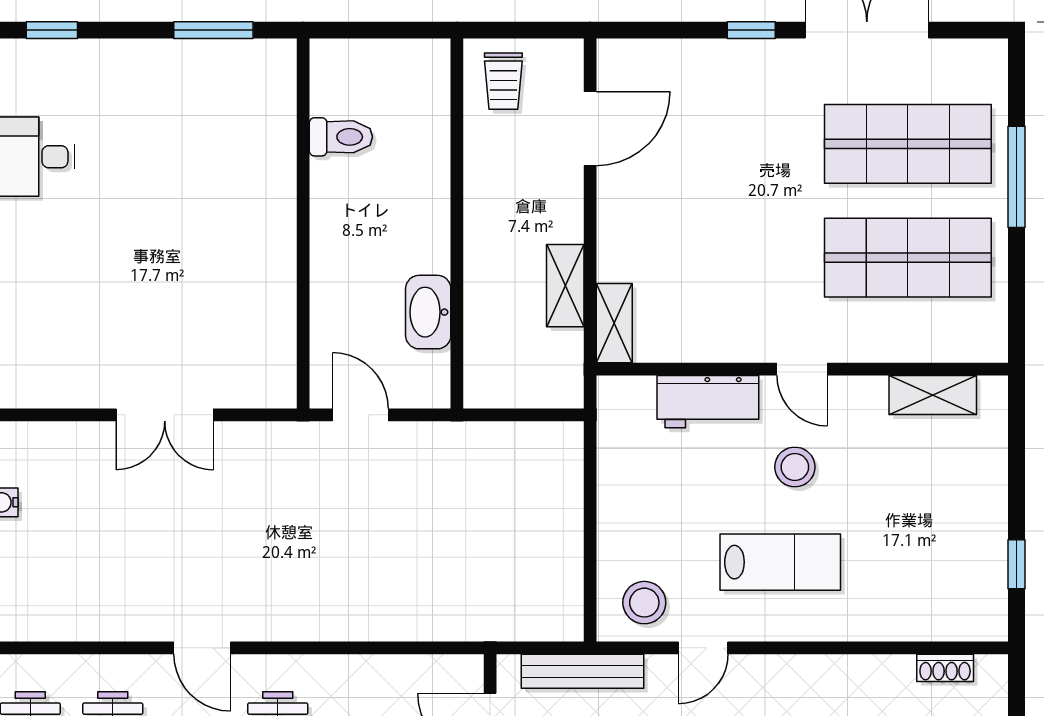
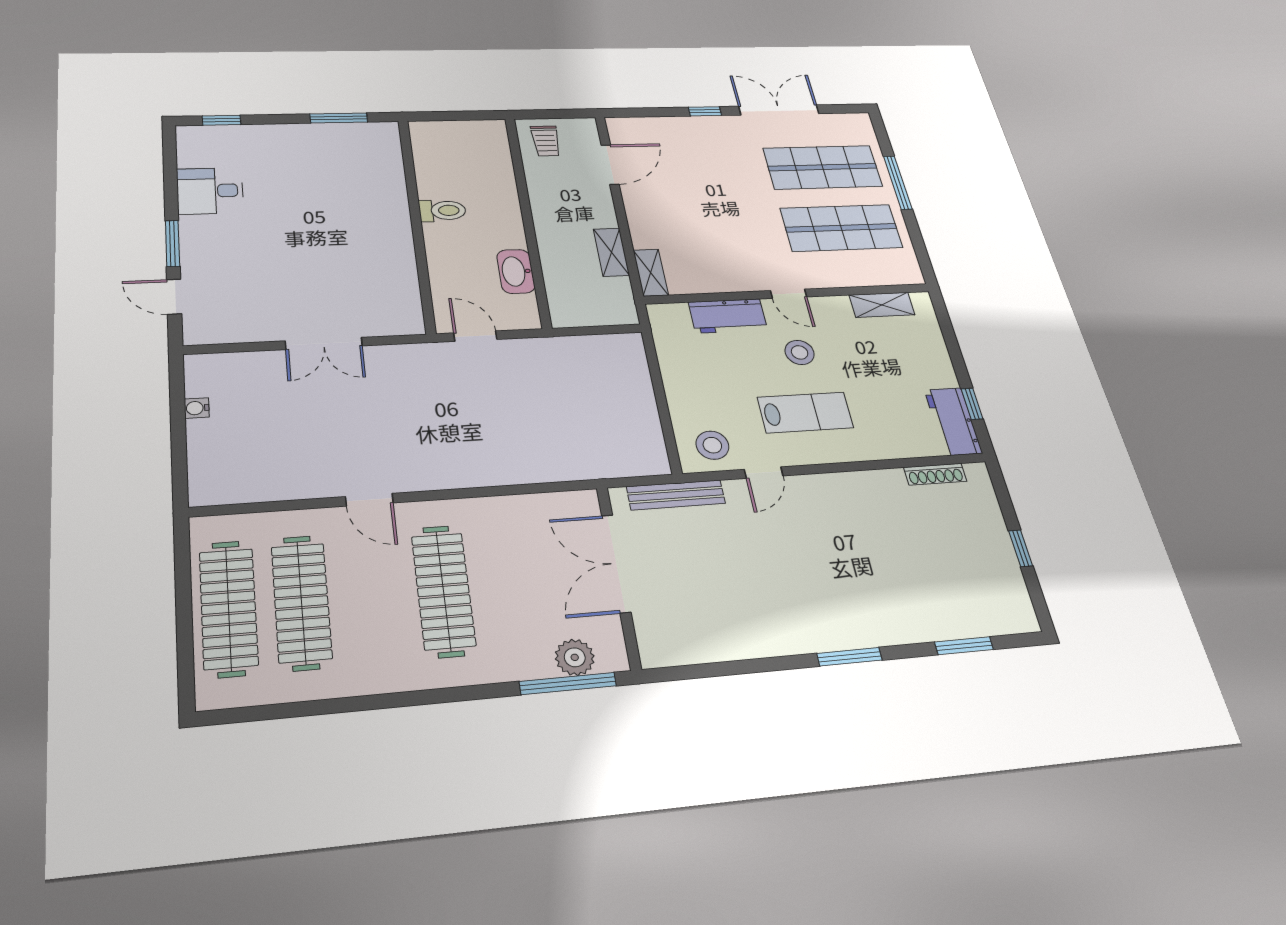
toilet: (341, 137) -> (442, 211), moved
workbench: (981, 590) -> (953, 421), added
shoe rack: (945, 668) -> (935, 474), width x1.43

